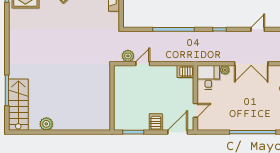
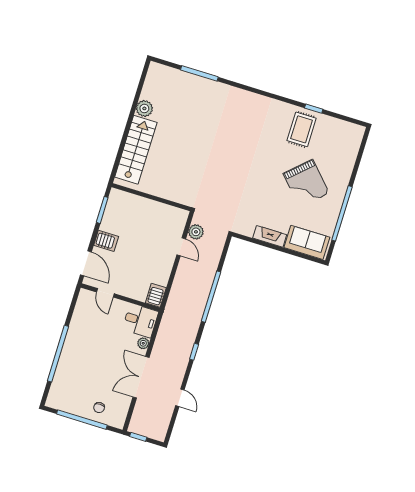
stairs: (18, 105) -> (136, 150), moved, turned -90

